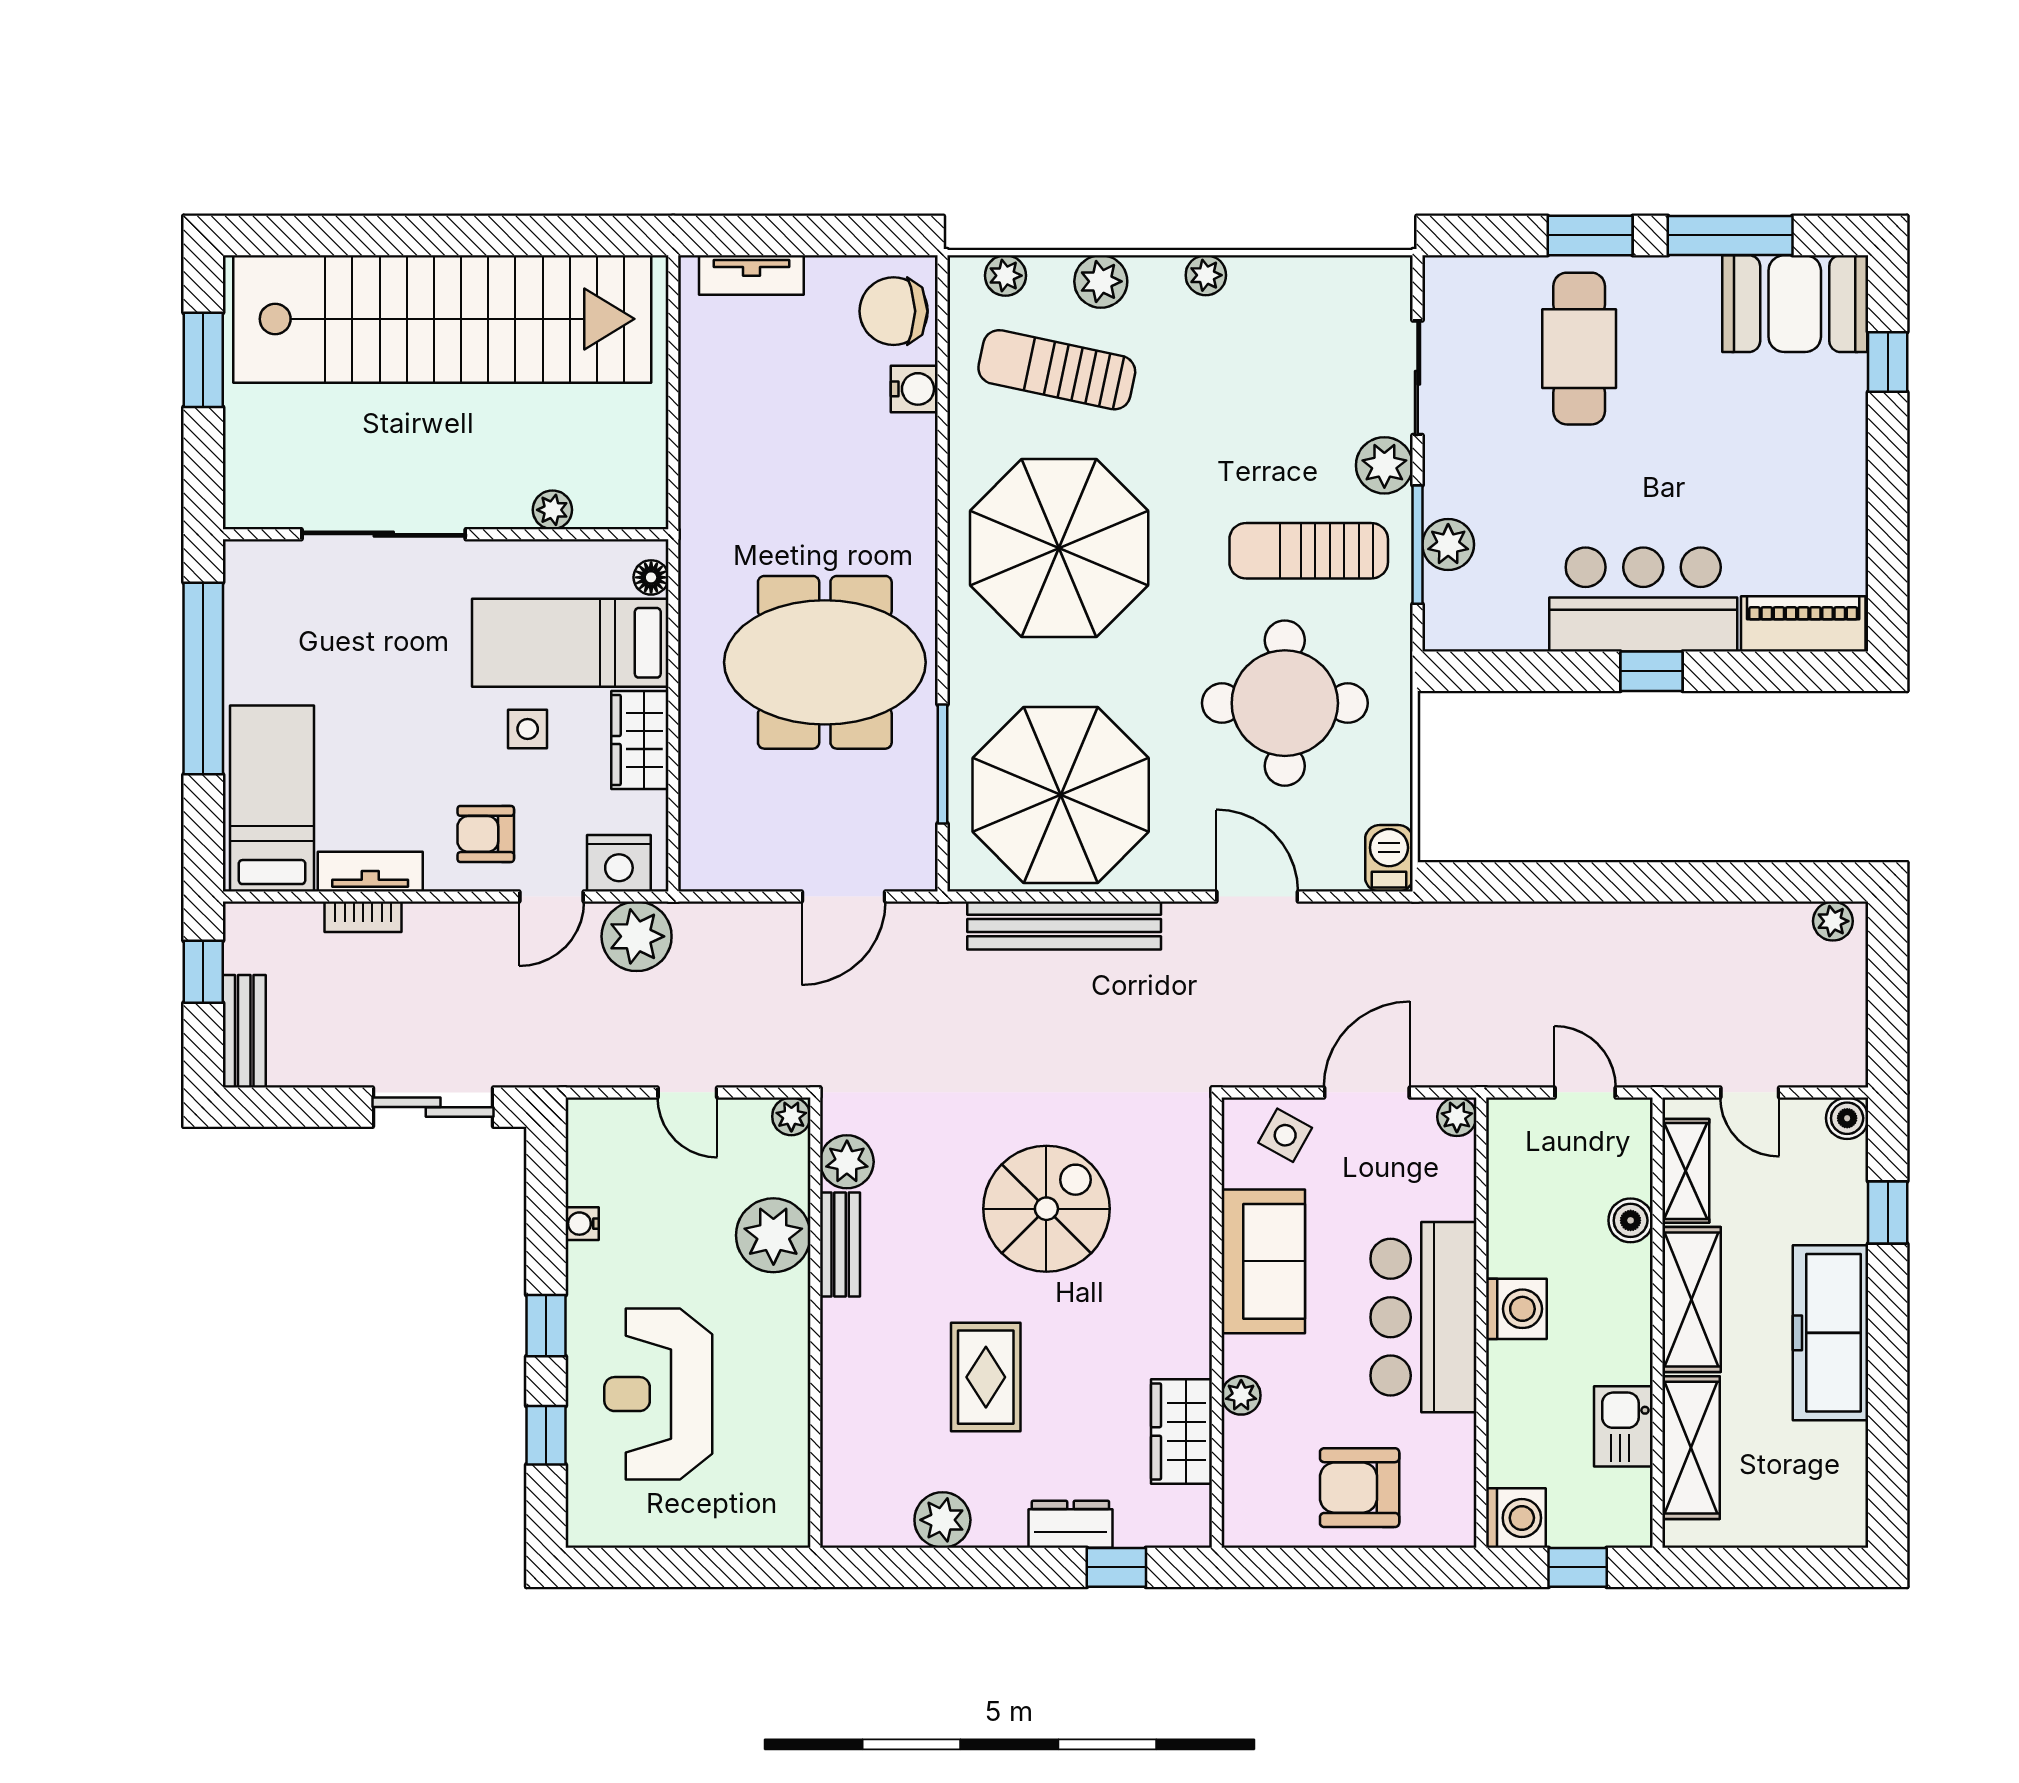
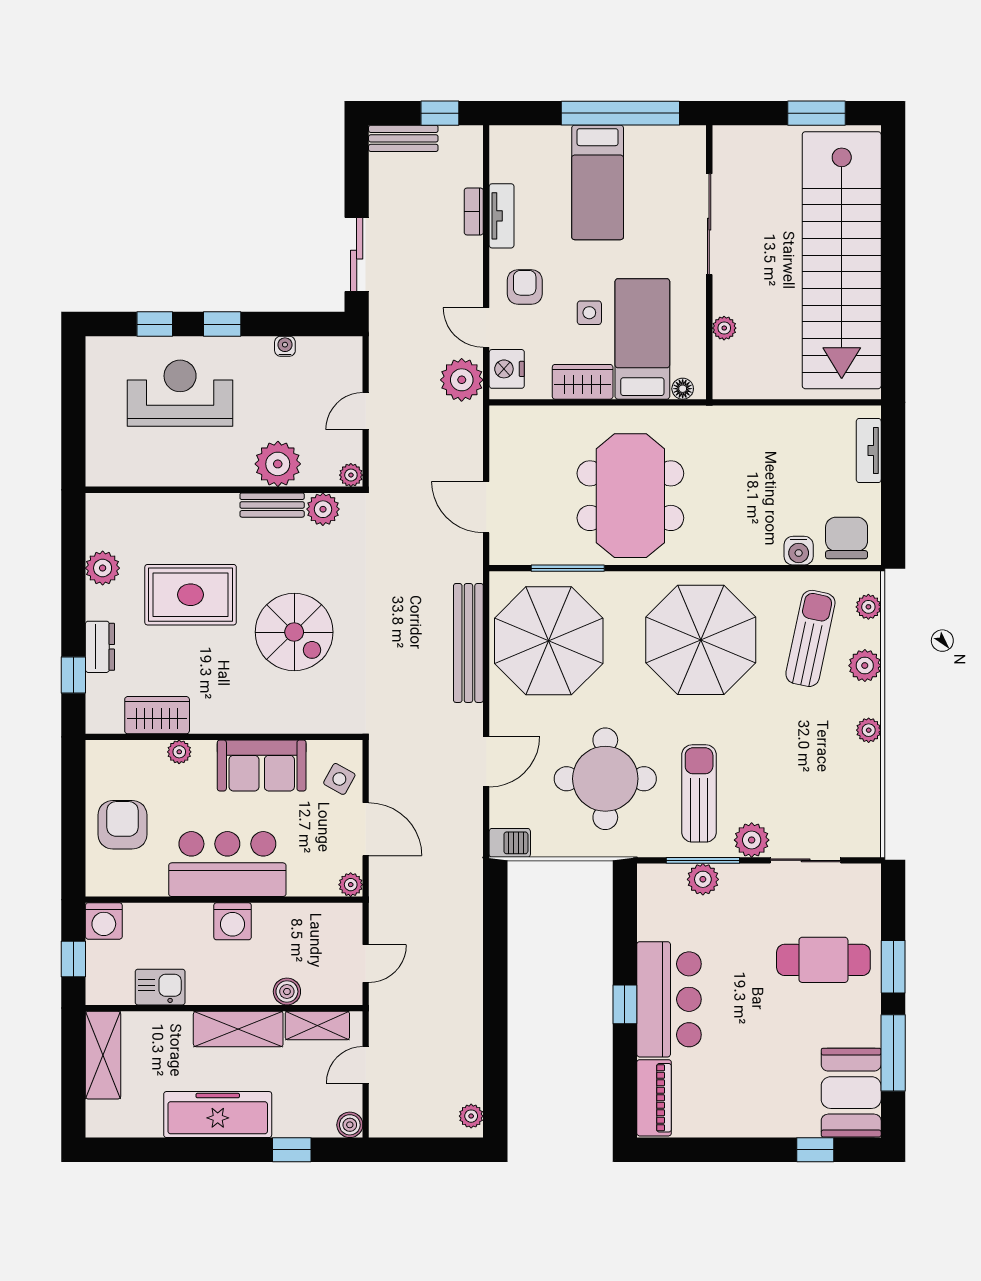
bed: (272, 799) -> (598, 182), moved, turned 90
rug: (986, 1377) -> (191, 595), width x1.36, depth x1.43
shelving: (1691, 1448) -> (103, 1055), moved, turned 90

